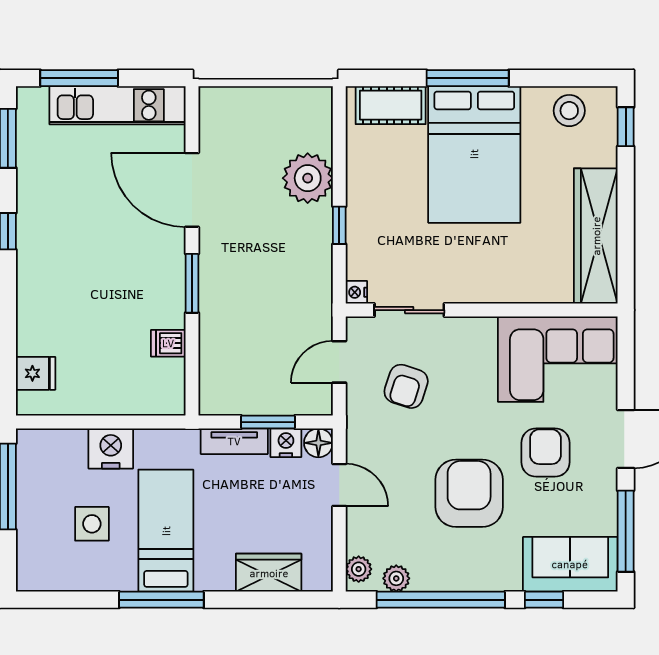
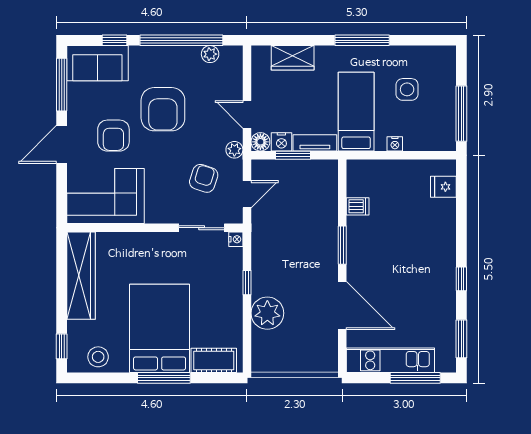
nightstand: (111, 449) -> (395, 144), width x0.53, depth x0.56
bed: (166, 531) -> (356, 112), moved, turned 180
plant: (359, 569) -> (234, 150), moved

